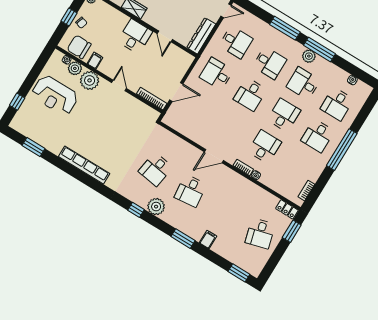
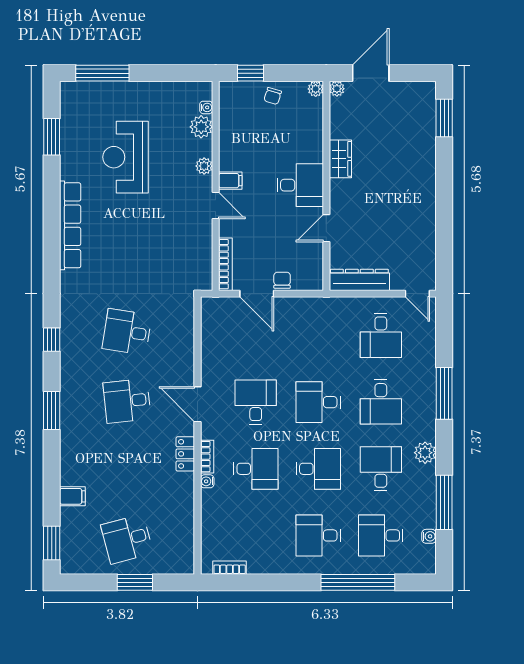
window: (69, 17) -> (250, 73), moved
chair: (79, 47) -> (282, 280), moved, width x0.54, depth x0.54
window: (320, 49) -> (444, 502), moved
filing cabinet: (95, 61) -> (230, 181), moved
desk: (217, 74) -> (256, 402), moved
plant: (90, 80) -> (204, 166), width x0.53, depth x0.53
door: (119, 85) -> (216, 205), hinge flipped
reception desk: (55, 95) -> (126, 157), moved
window: (17, 102) -> (102, 73), width x2.17
window: (342, 150) -> (358, 582), moved
plant: (156, 207) -> (74, 366), removed
locker: (287, 209) -> (185, 454), moved
window: (292, 231) -> (135, 582), moved
window: (183, 239) -> (52, 410), moved
filing cabinet: (208, 239) -> (72, 496), moved

